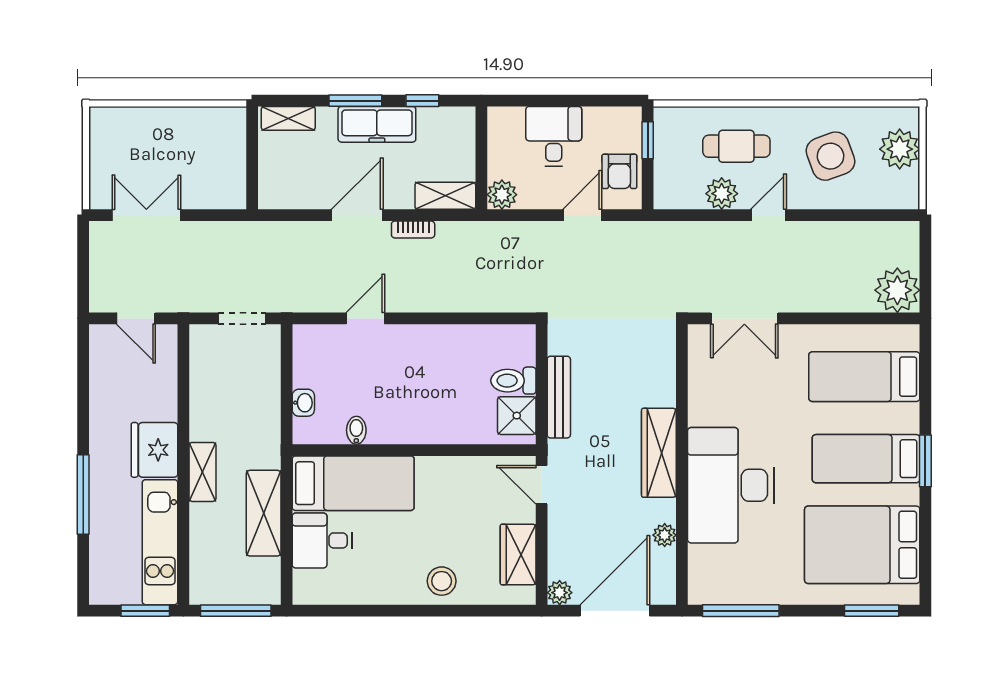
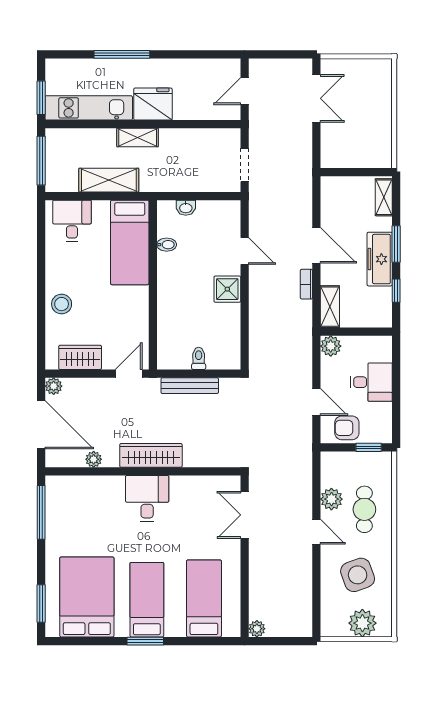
plant: (897, 290) -> (257, 629), width x0.53, depth x0.53
toilet: (513, 381) -> (199, 358), width x0.73, depth x0.72
shower: (517, 416) -> (227, 289), moved
desk: (731, 485) -> (147, 499), width x0.53, depth x0.77
desk: (322, 540) -> (72, 221), moved

